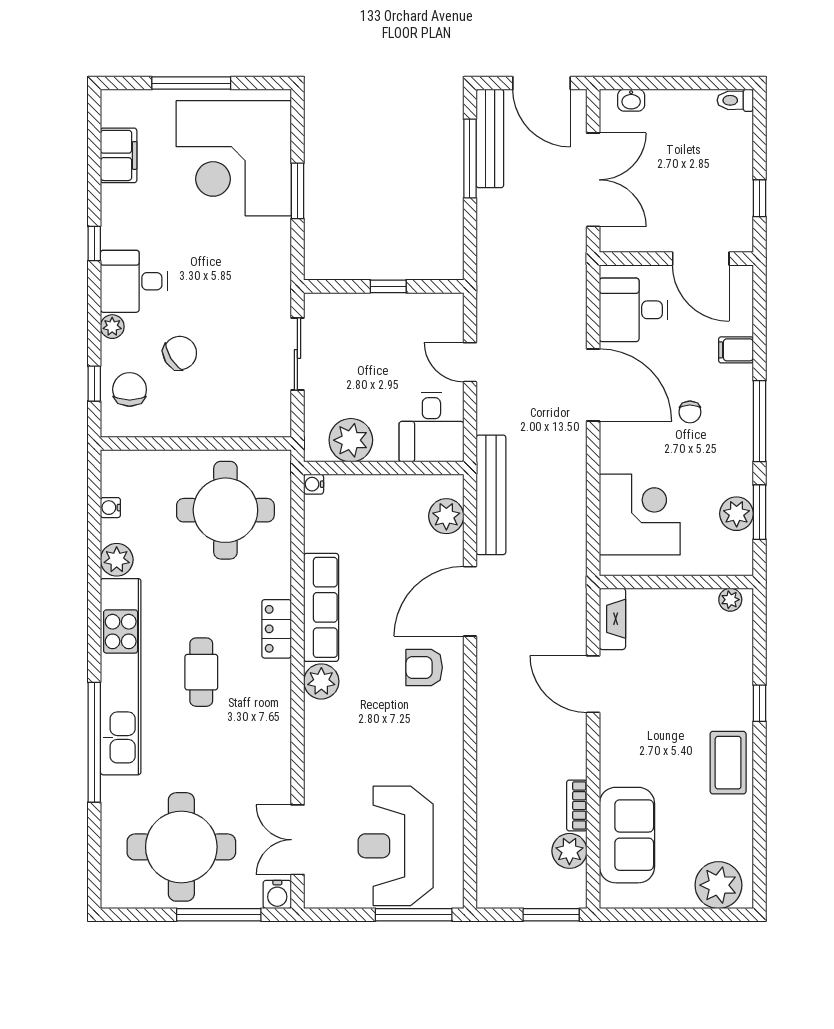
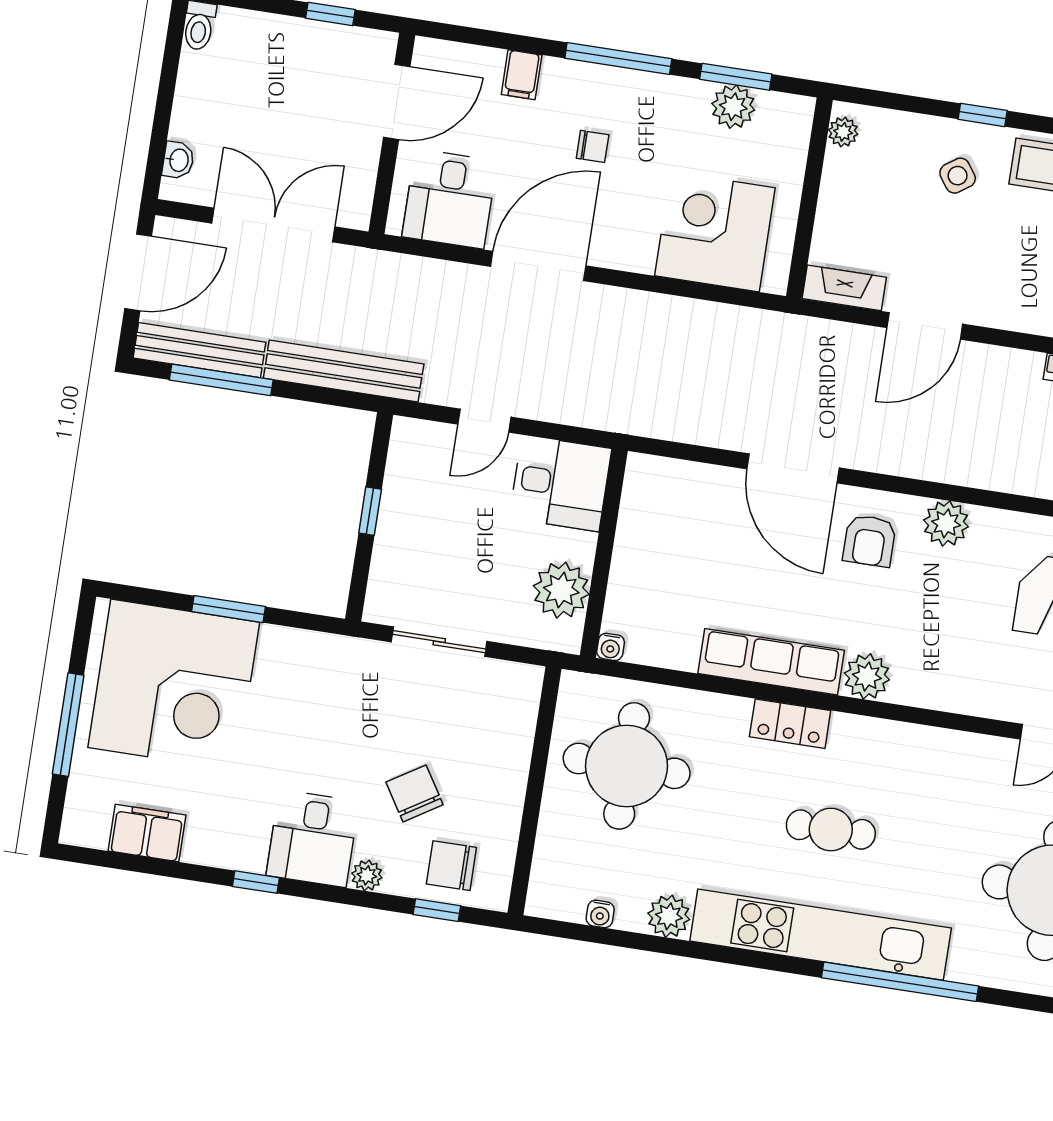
bench: (491, 495) -> (344, 371), moved
plant: (446, 516) -> (946, 523), moved
side table: (711, 691) -> (958, 176), added

